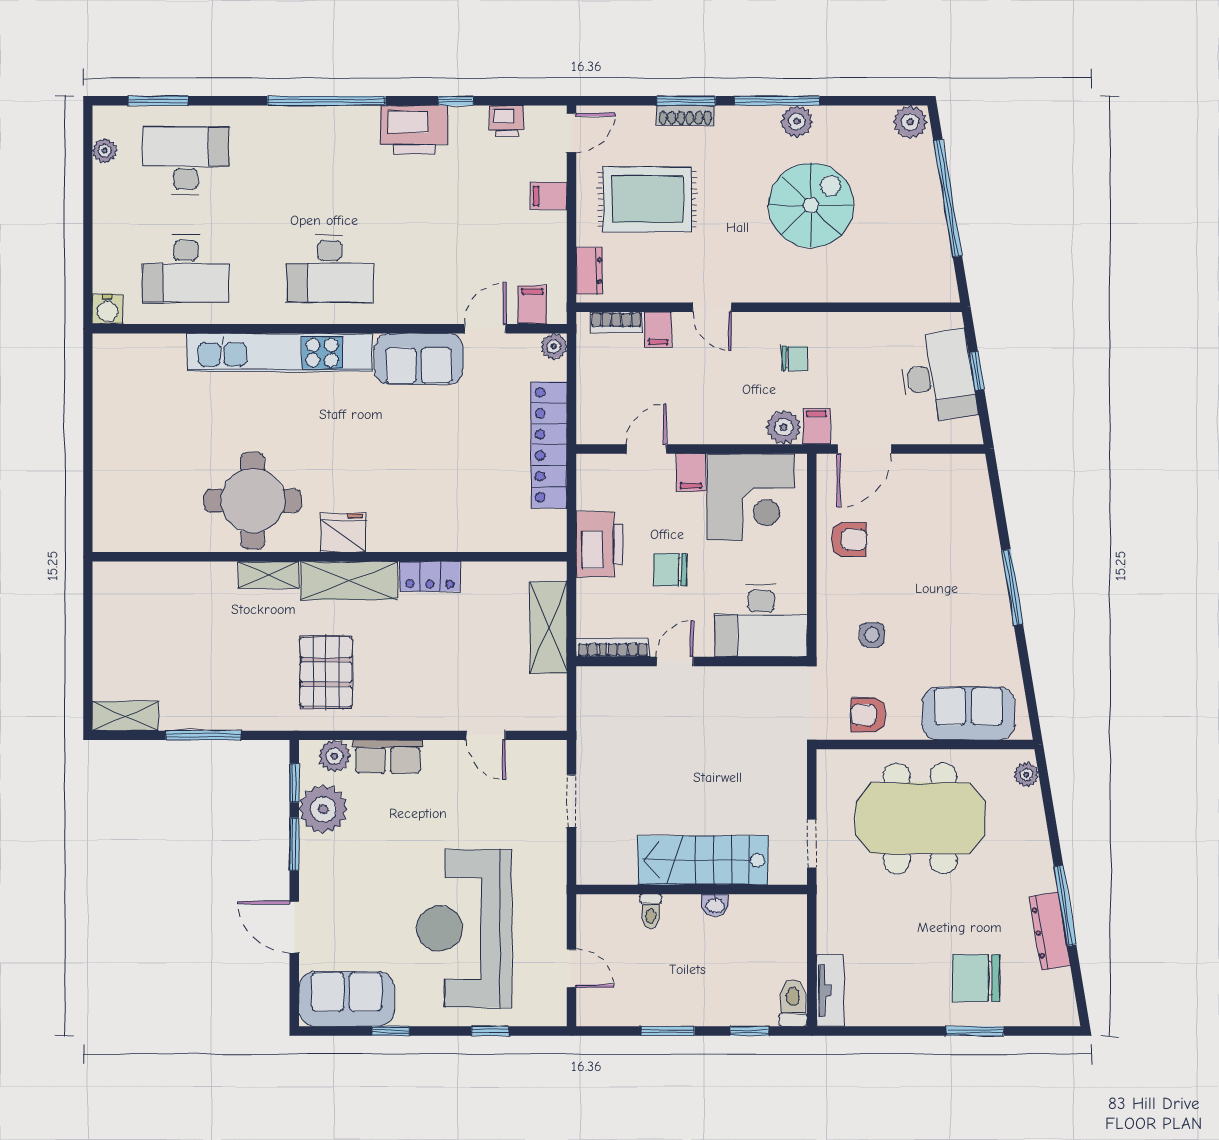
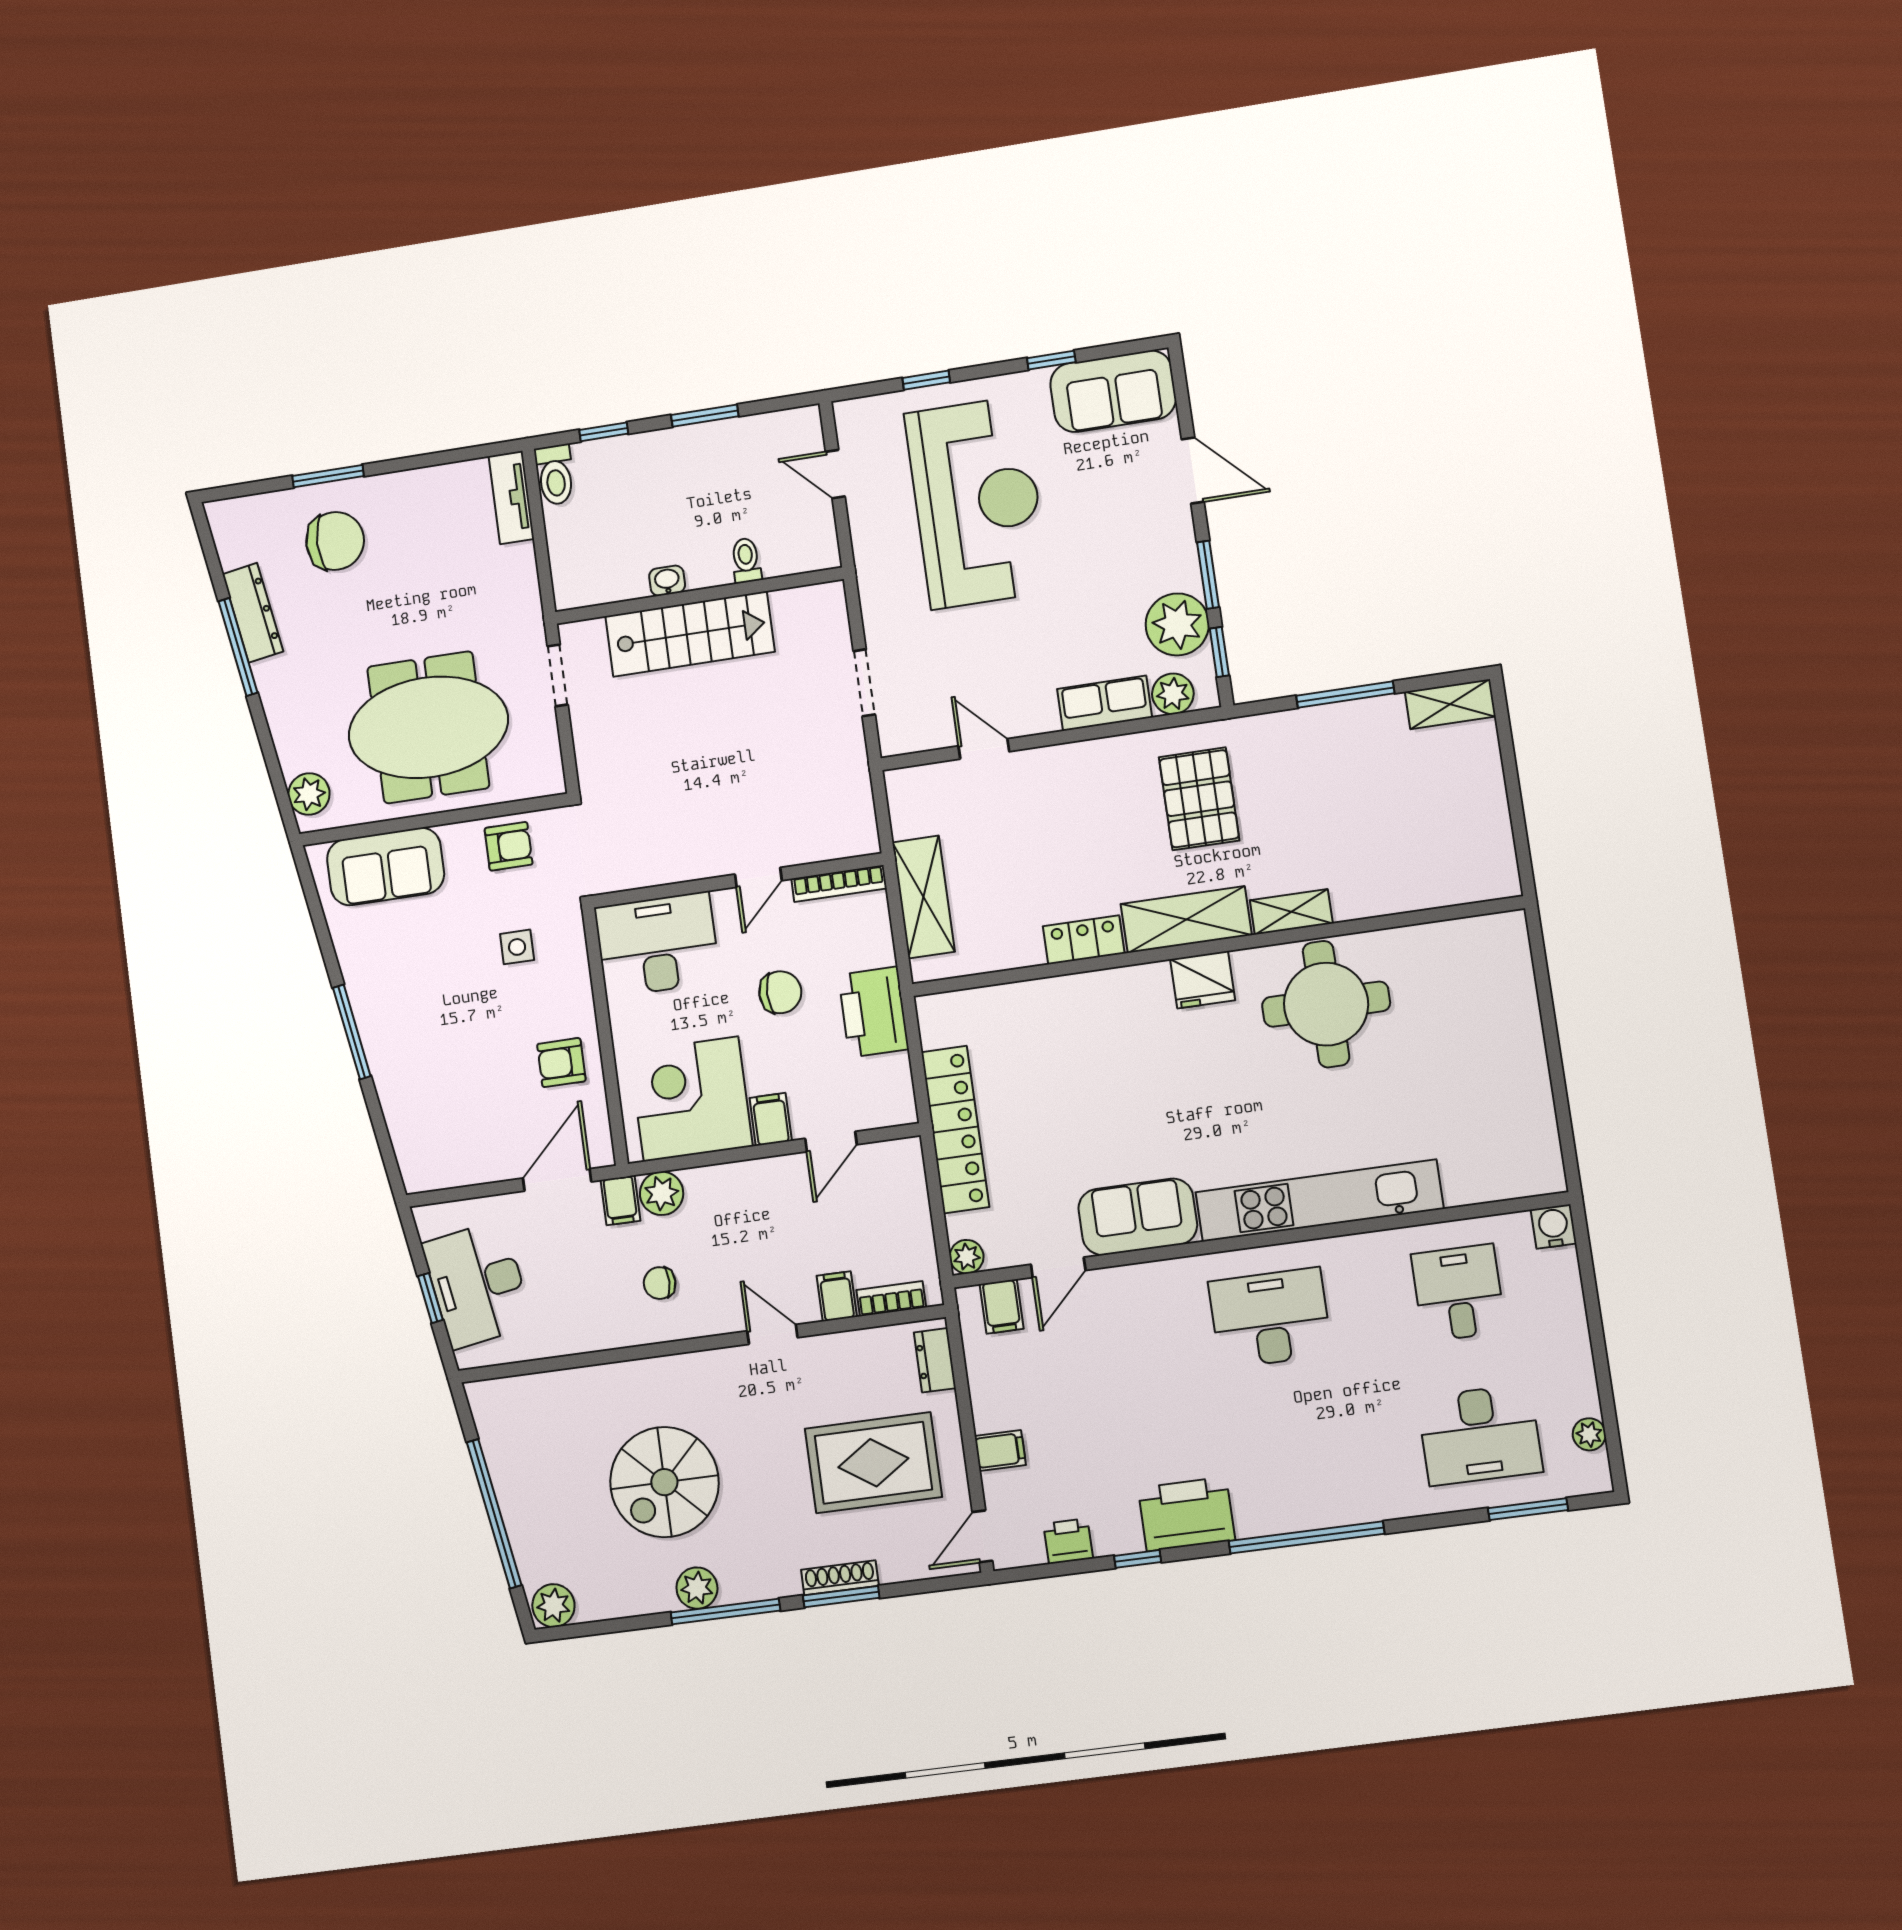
desk: (186, 269) -> (1458, 1293), width x0.73
plant: (1026, 775) -> (309, 794), width x1.38, depth x1.38

